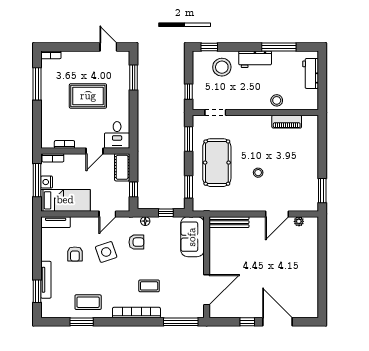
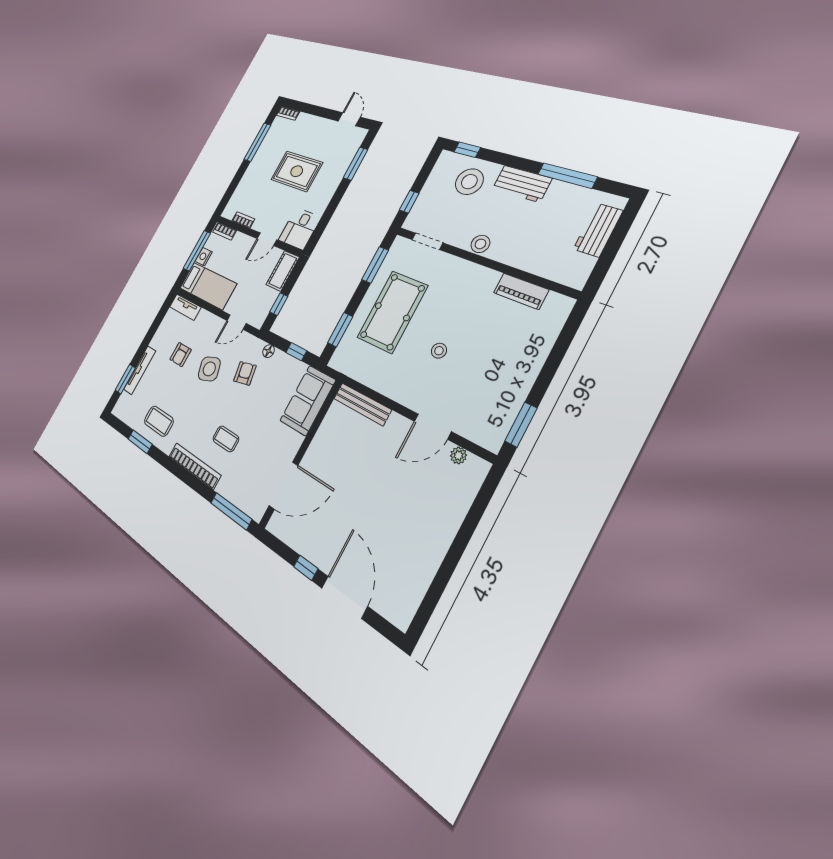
stool: (277, 100) -> (480, 244), moved
armchair: (136, 242) -> (245, 373), turned -102

